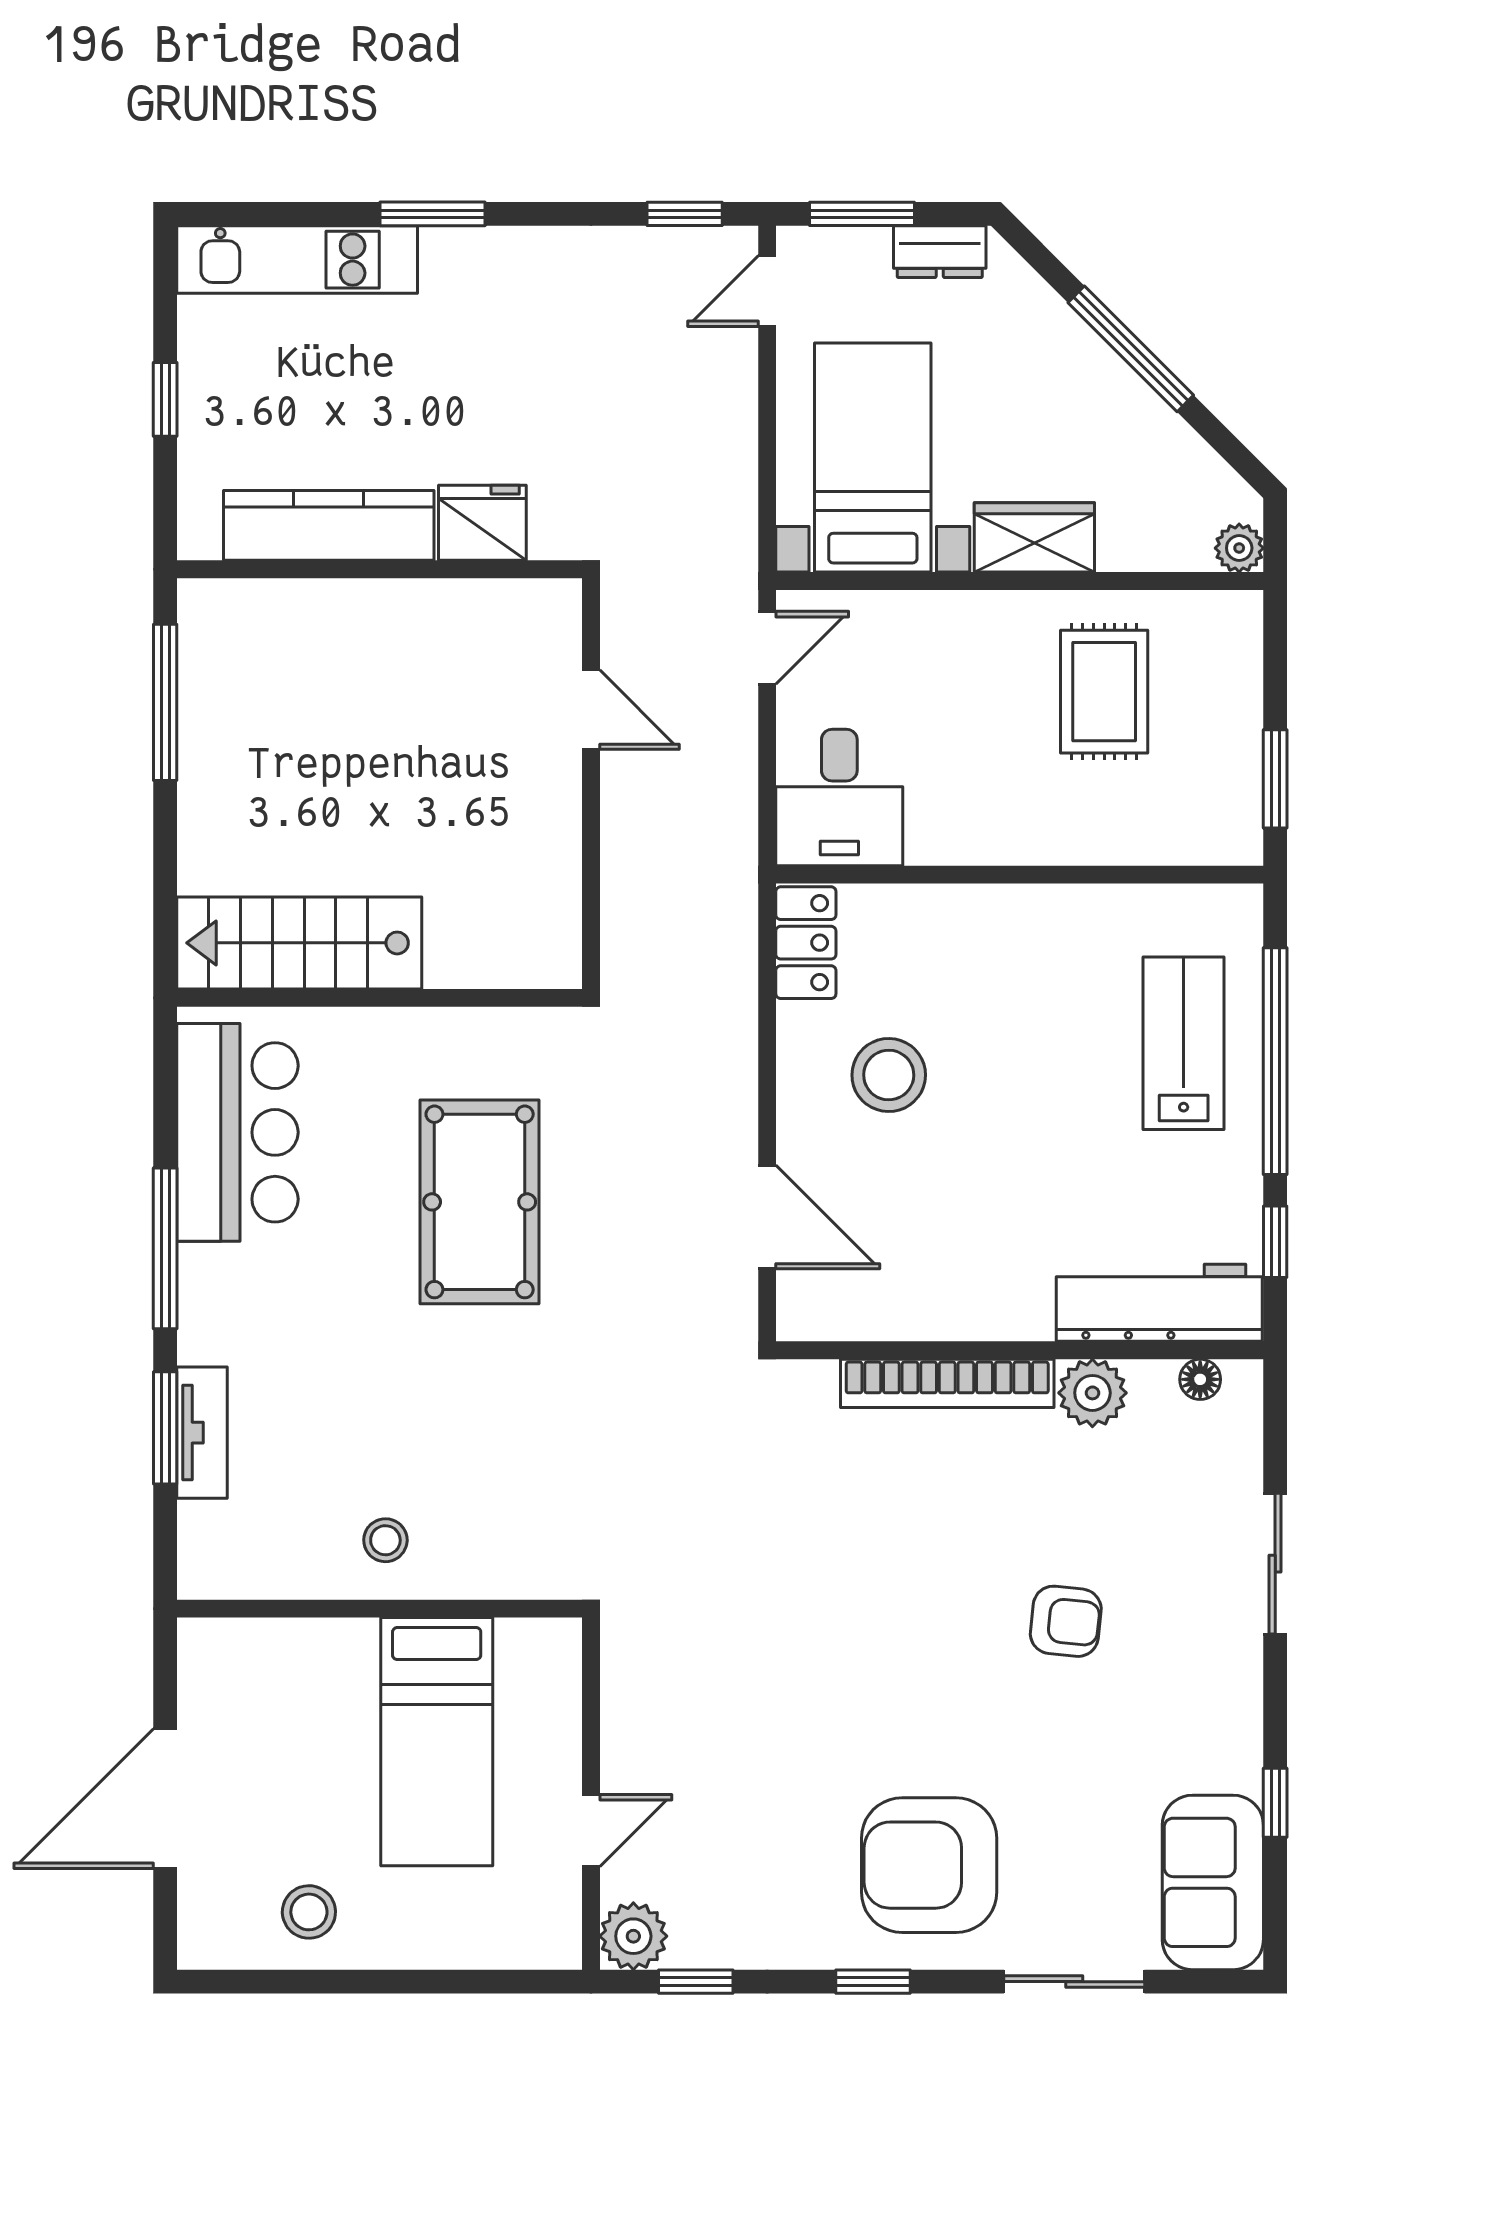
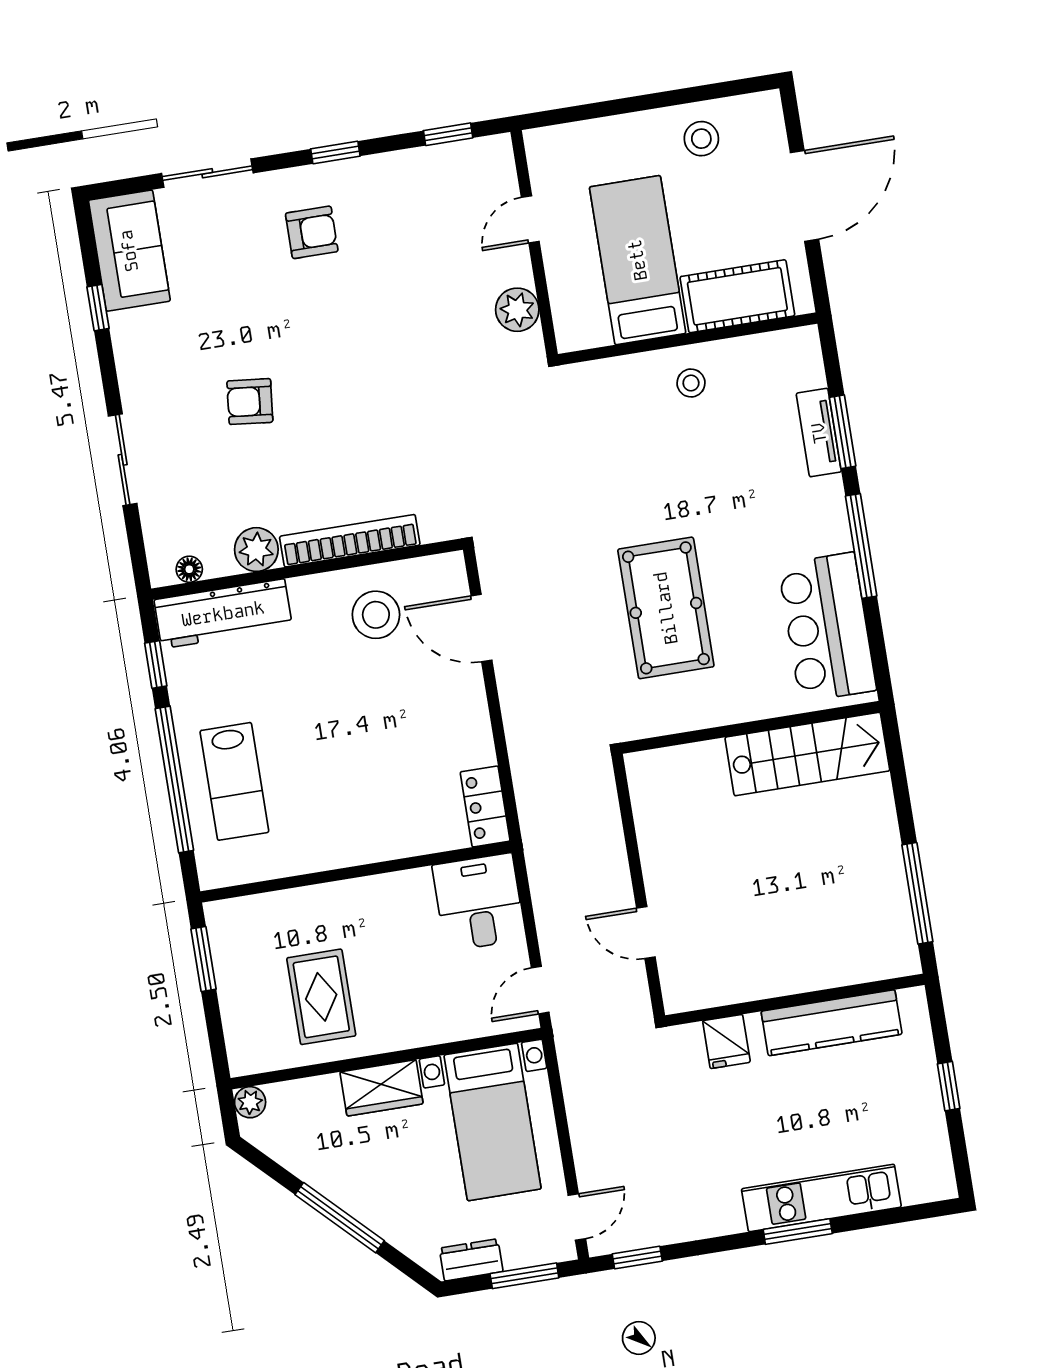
kitchen unit: (297, 260) -> (821, 1198), moved
fridge: (482, 523) -> (726, 1041), width x0.72
stool: (889, 1075) -> (376, 615), moved
cot: (293, 1662) -> (737, 296), added
armchair: (929, 1865) -> (312, 232), width x0.53, depth x0.53
plant: (633, 1936) -> (517, 310), moved

